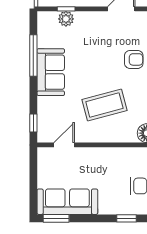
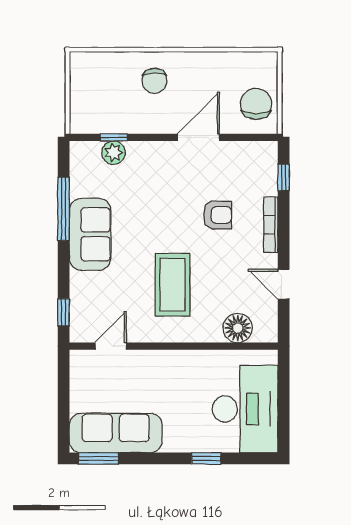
coffee table: (104, 105) -> (173, 285), turned -75

